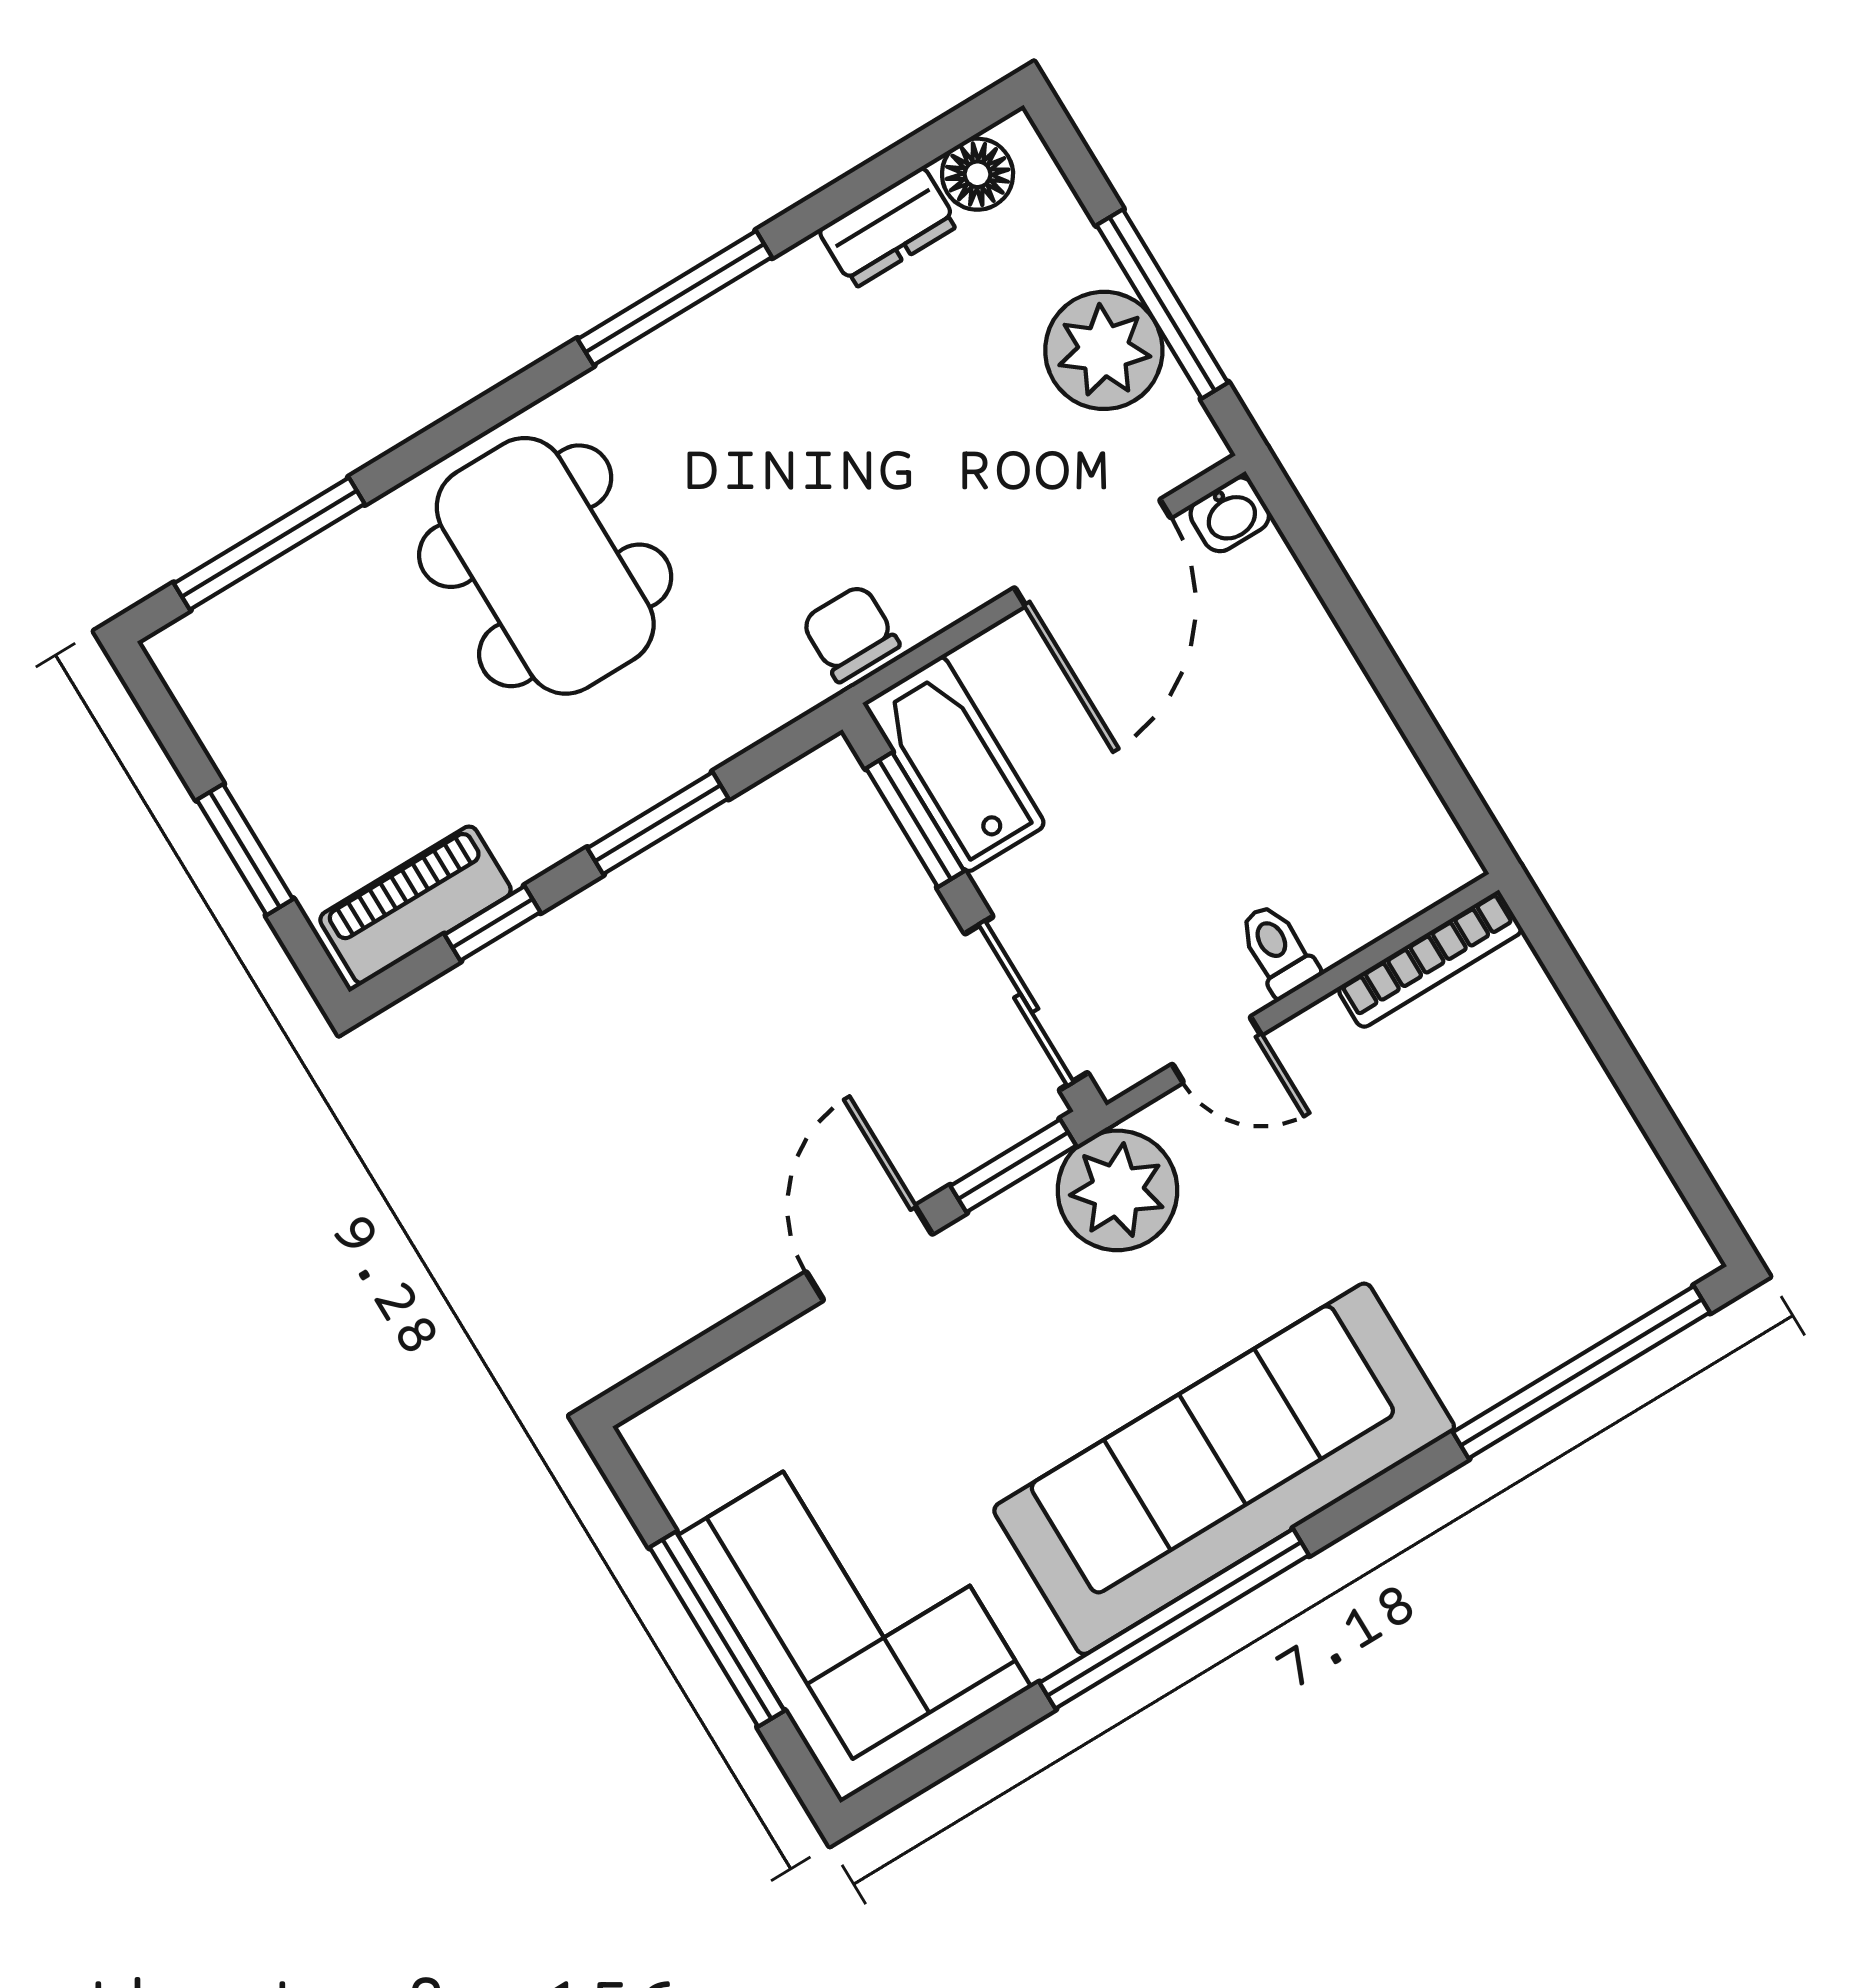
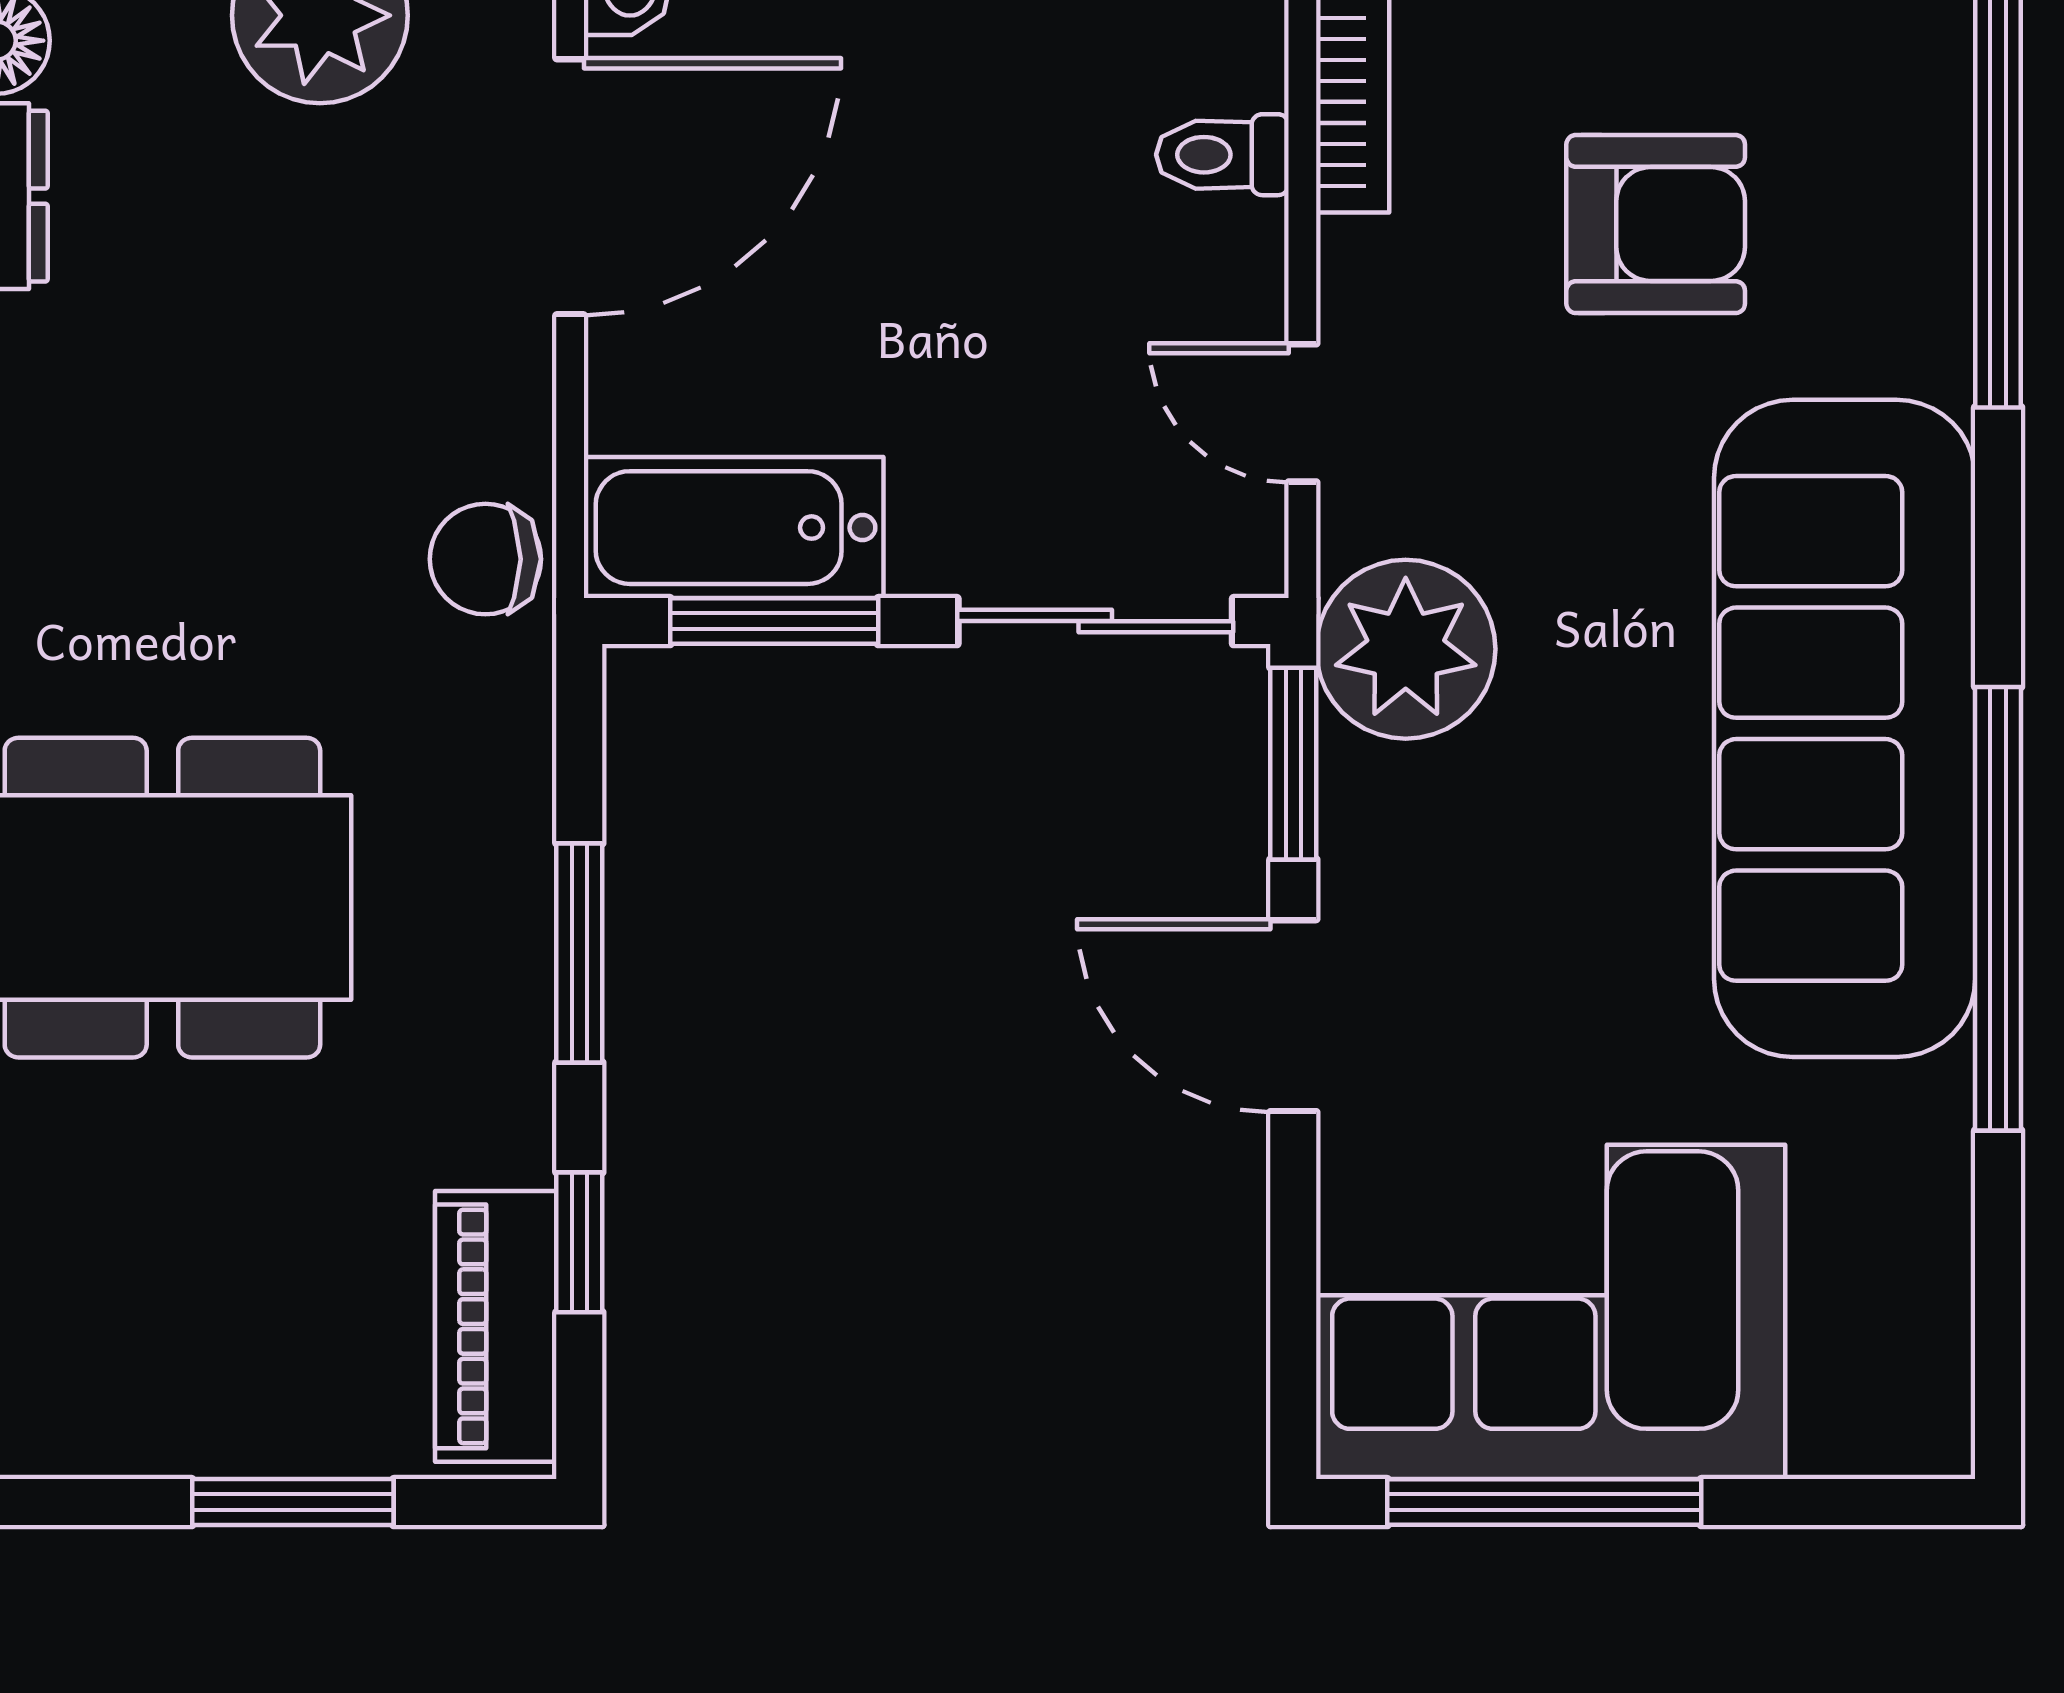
door: (1093, 553) -> (570, 187), hinge flipped
toilet: (1278, 950) -> (1222, 155), moved
door: (1217, 1050) -> (1302, 413), swing flipped
armchair: (1447, 1186) -> (1656, 224), added
corner sofa: (855, 1611) -> (1551, 1312), moved
window: (717, 1629) -> (1544, 1502), moved

